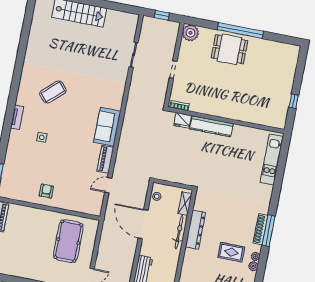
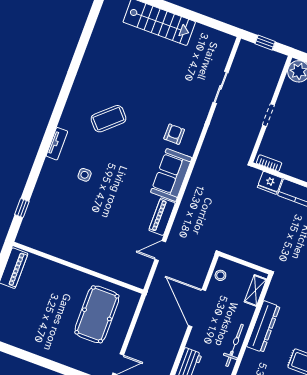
armchair: (46, 191) -> (174, 134), moved
bicycle: (179, 232) -> (235, 345), moved

